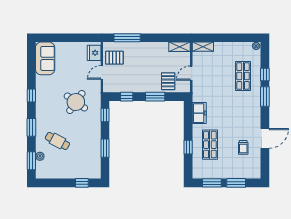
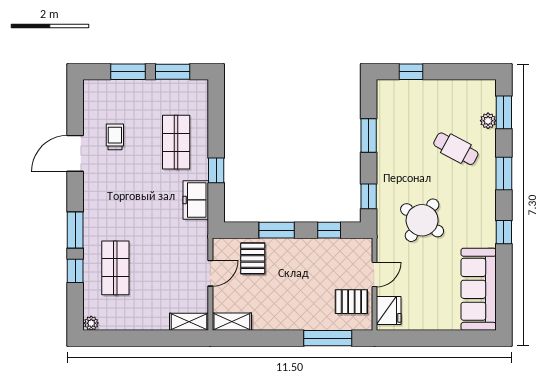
sofa: (45, 58) -> (479, 289), width x1.36
window: (188, 147) -> (216, 170), moved

